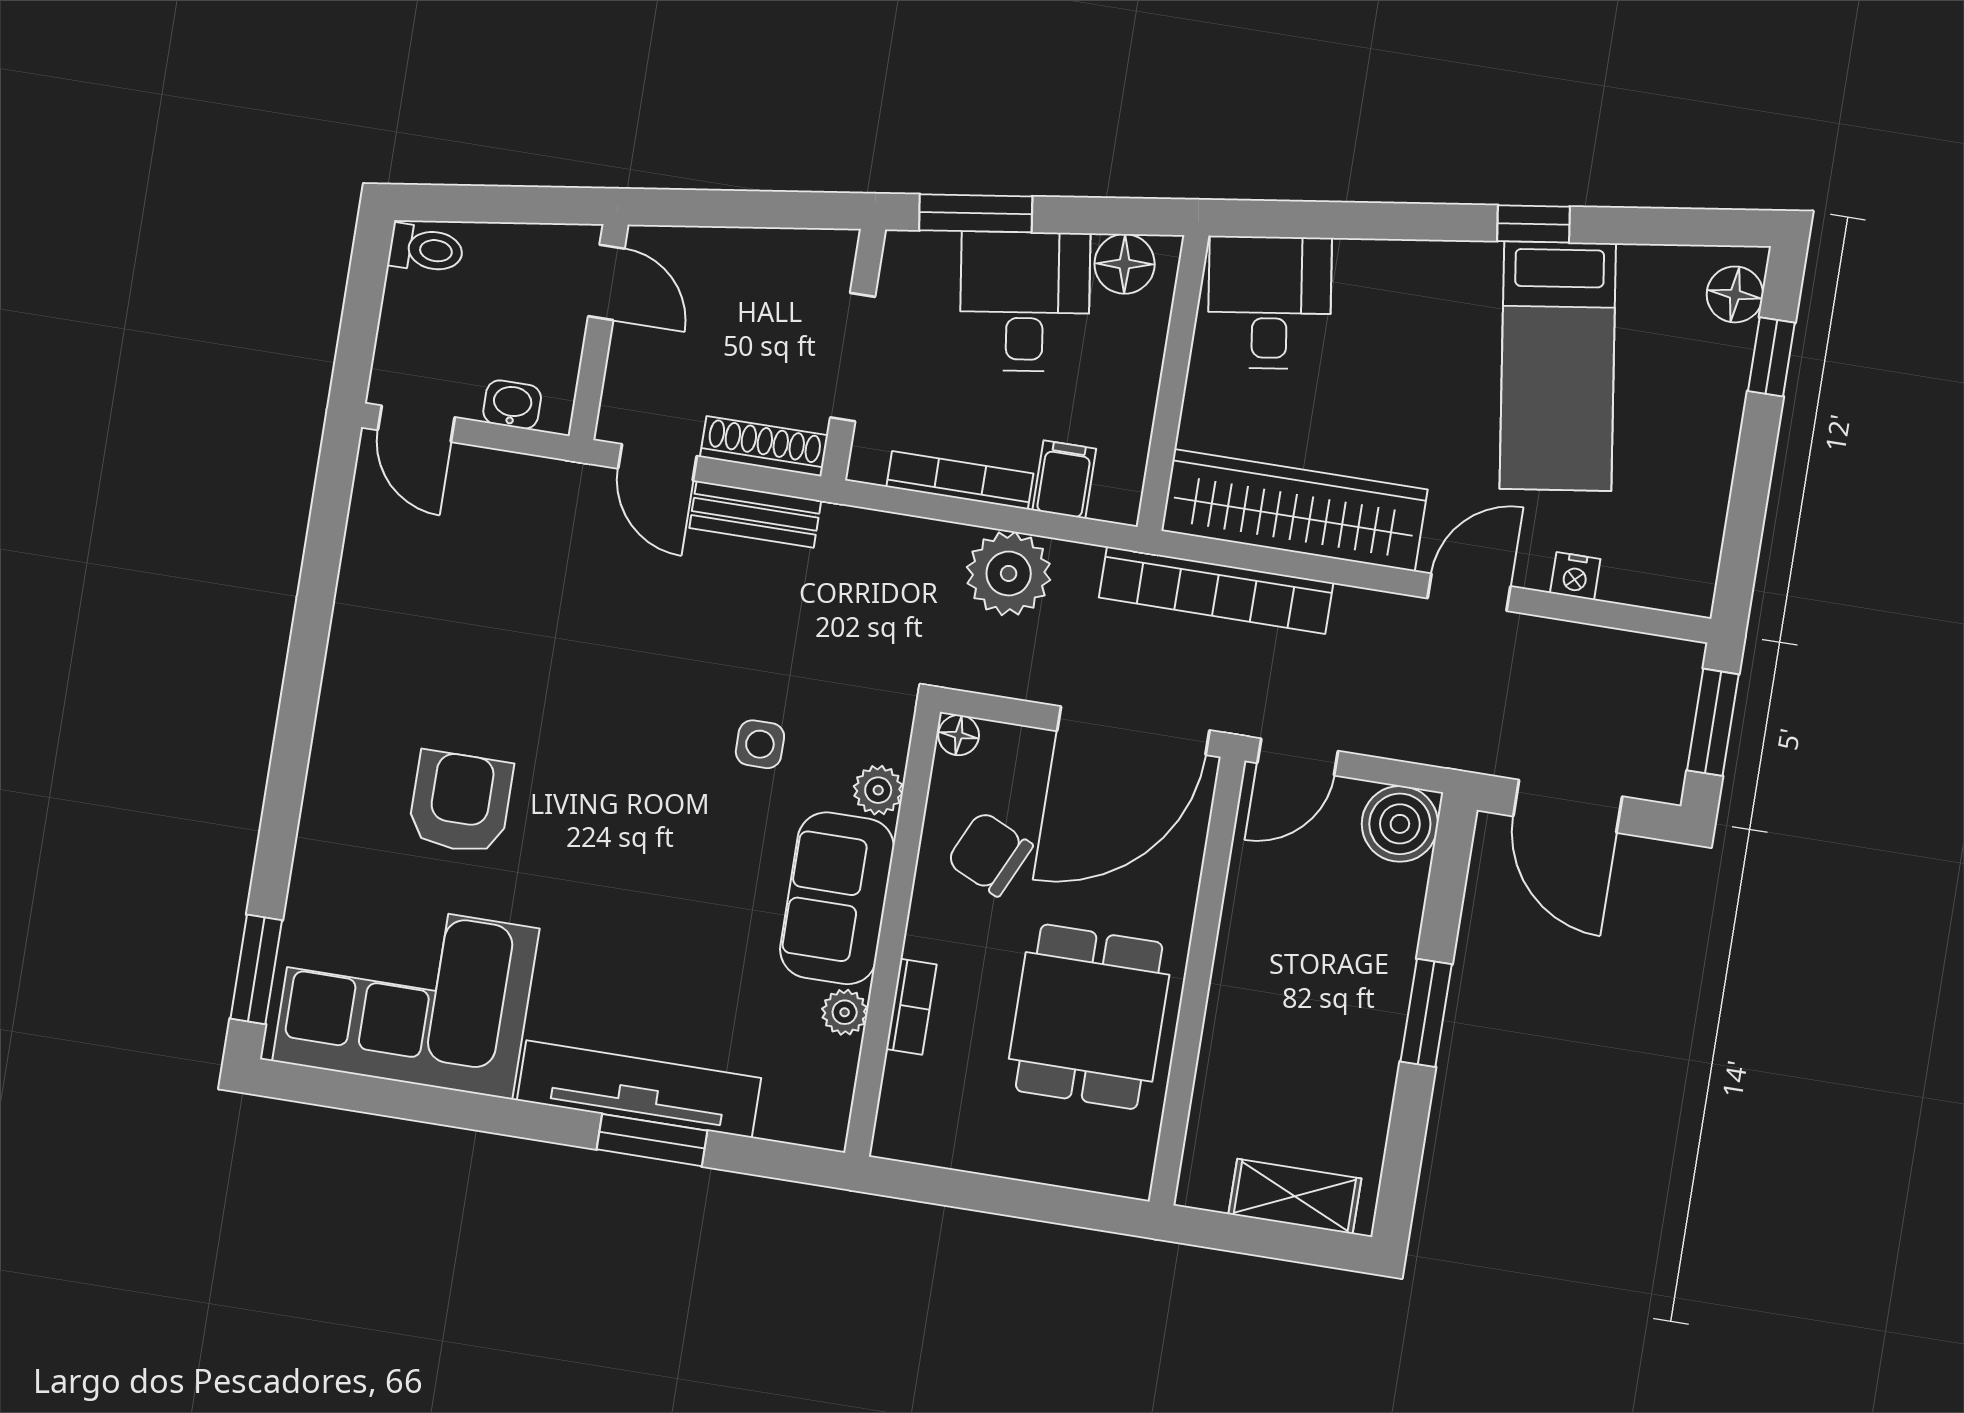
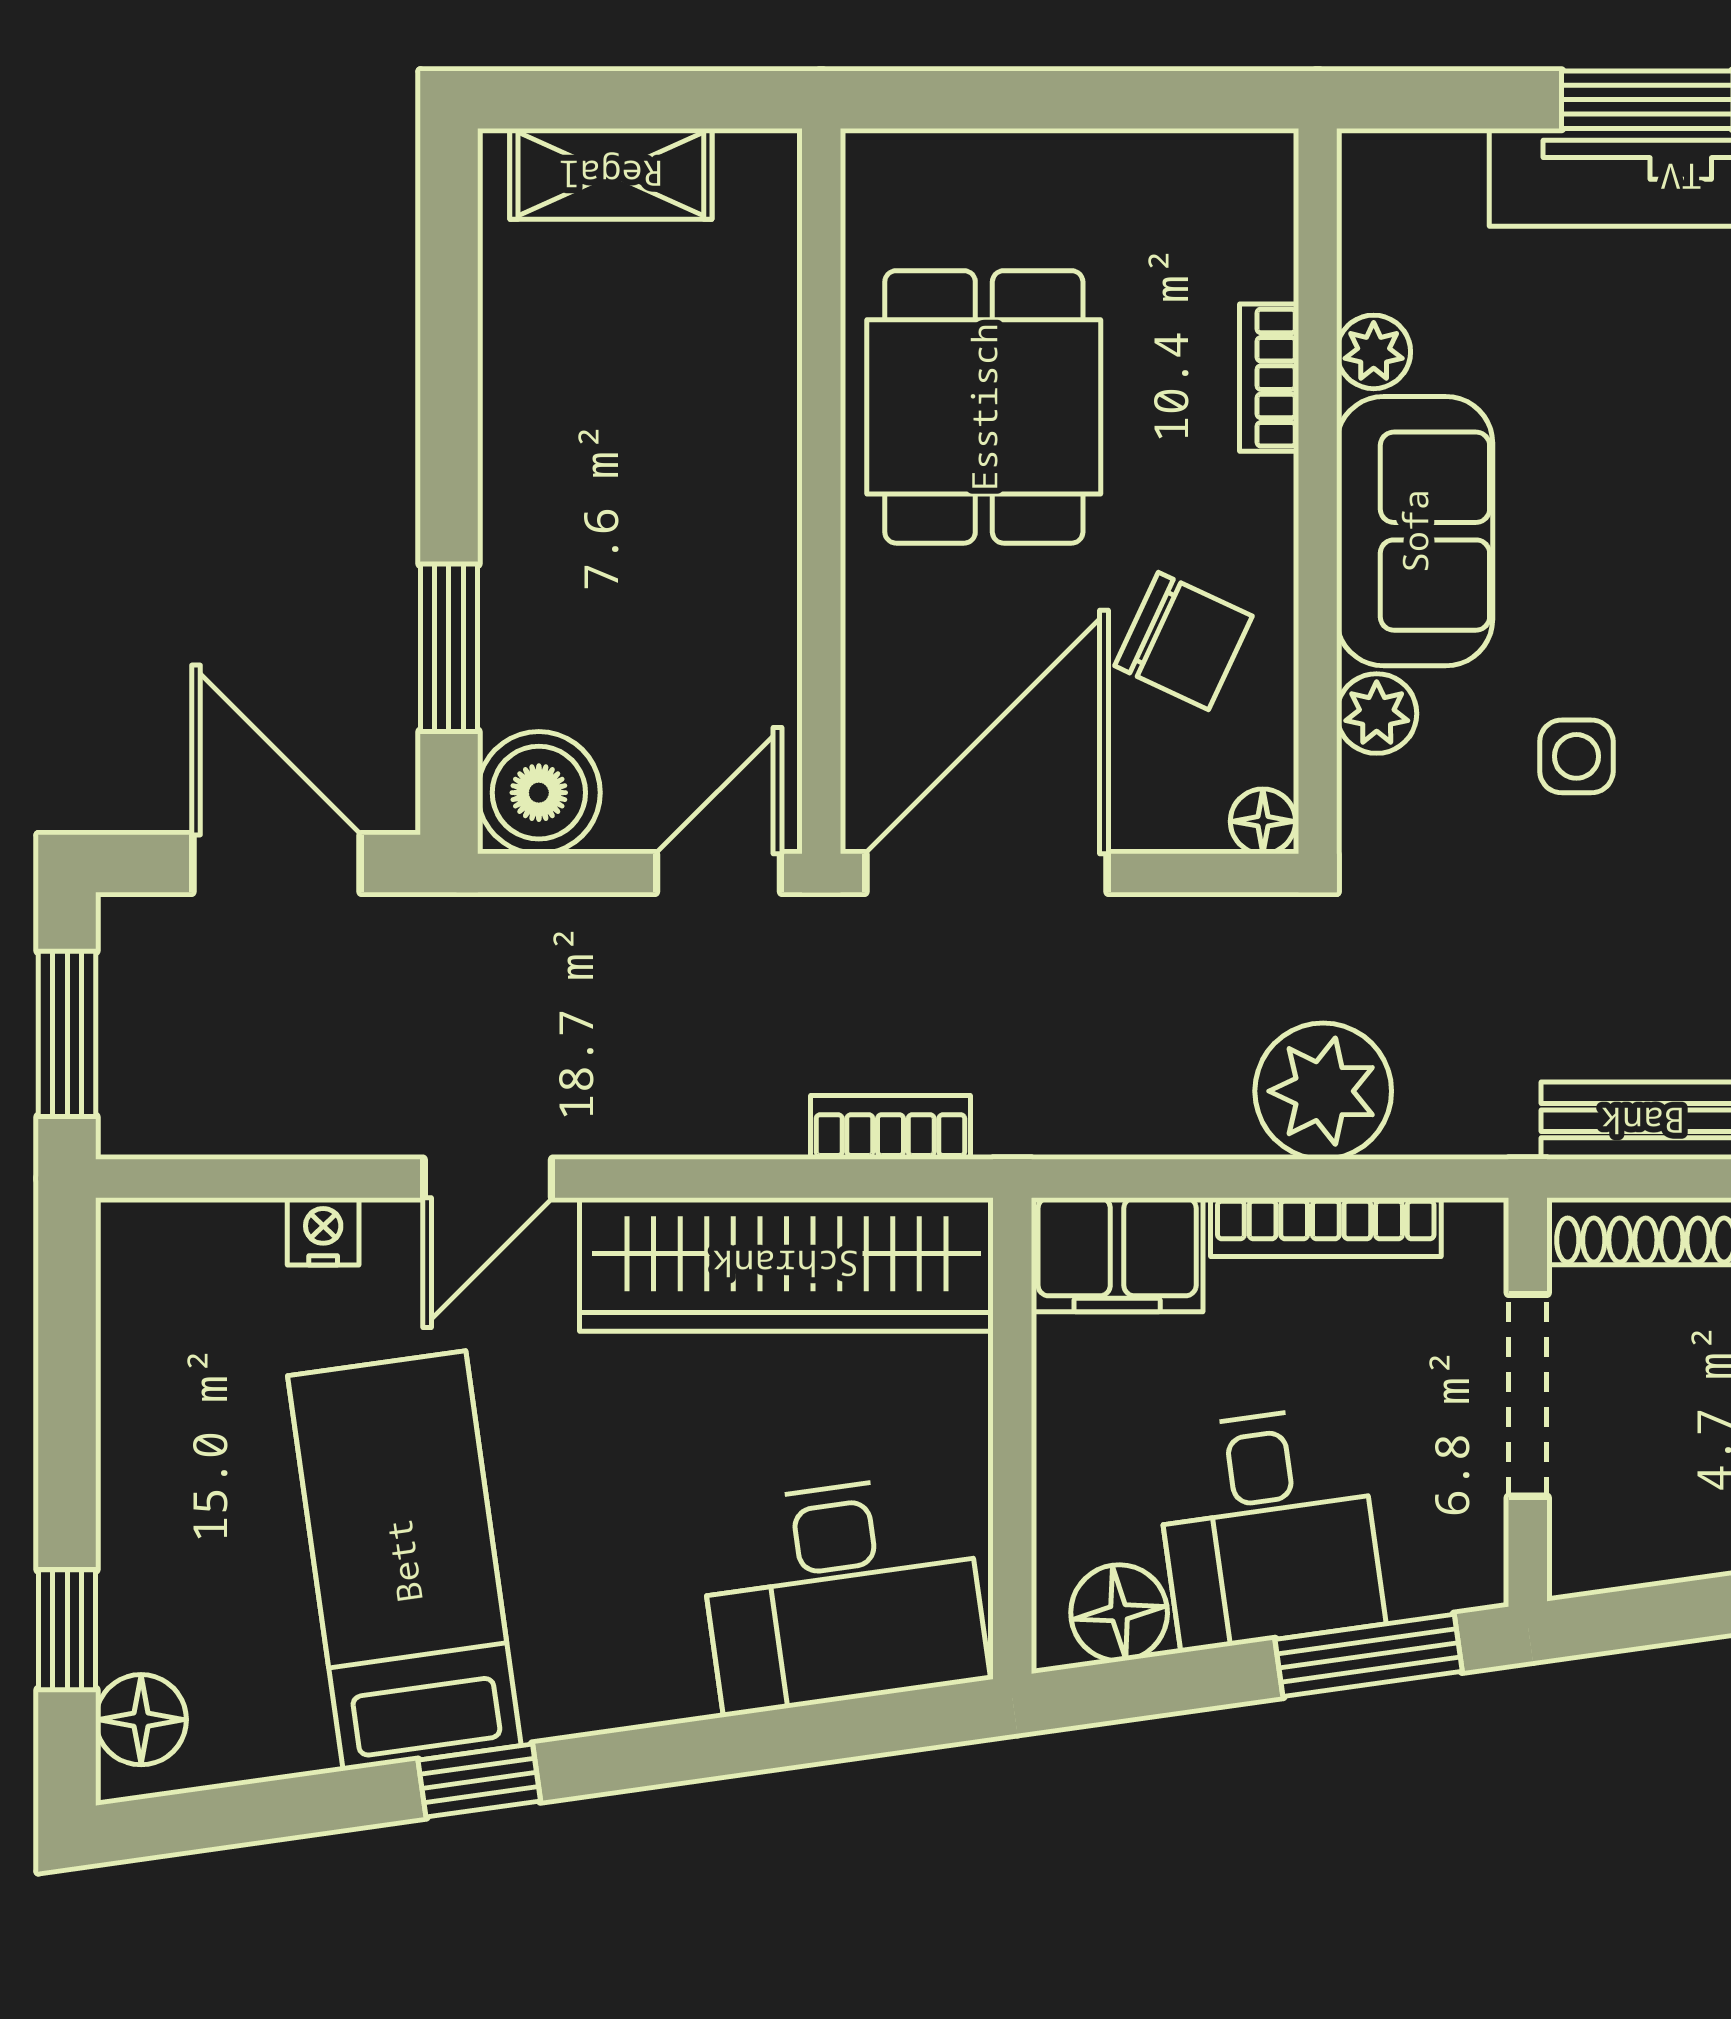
desk: (1270, 302) -> (842, 1594), width x1.37
filing cabinet: (1064, 479) -> (1117, 1255), width x2.00
plant: (1009, 573) -> (1323, 1091), moved
bookcase: (1216, 590) -> (890, 1127), width x0.43, depth x0.76
window: (1426, 1013) -> (449, 648), moved

